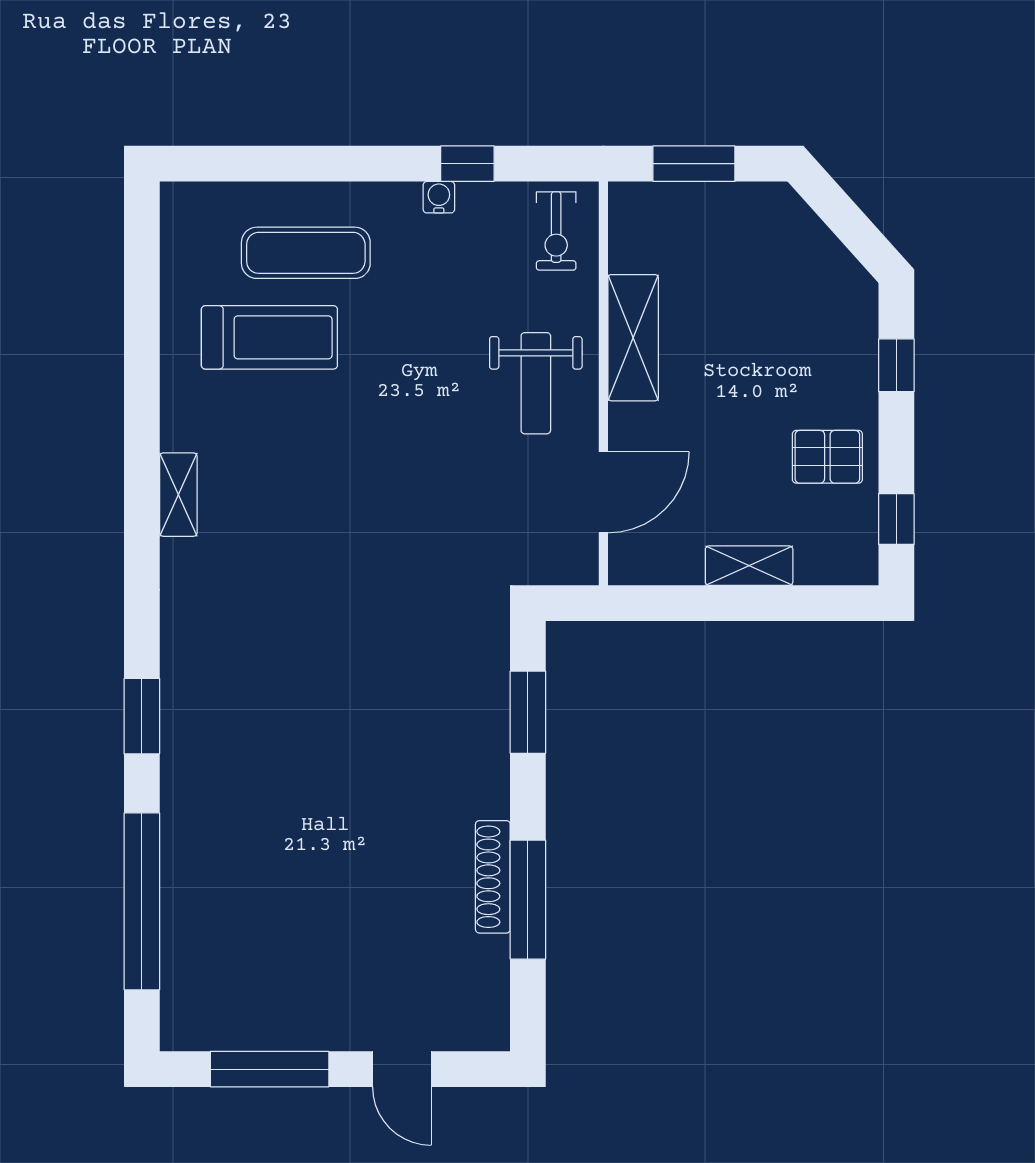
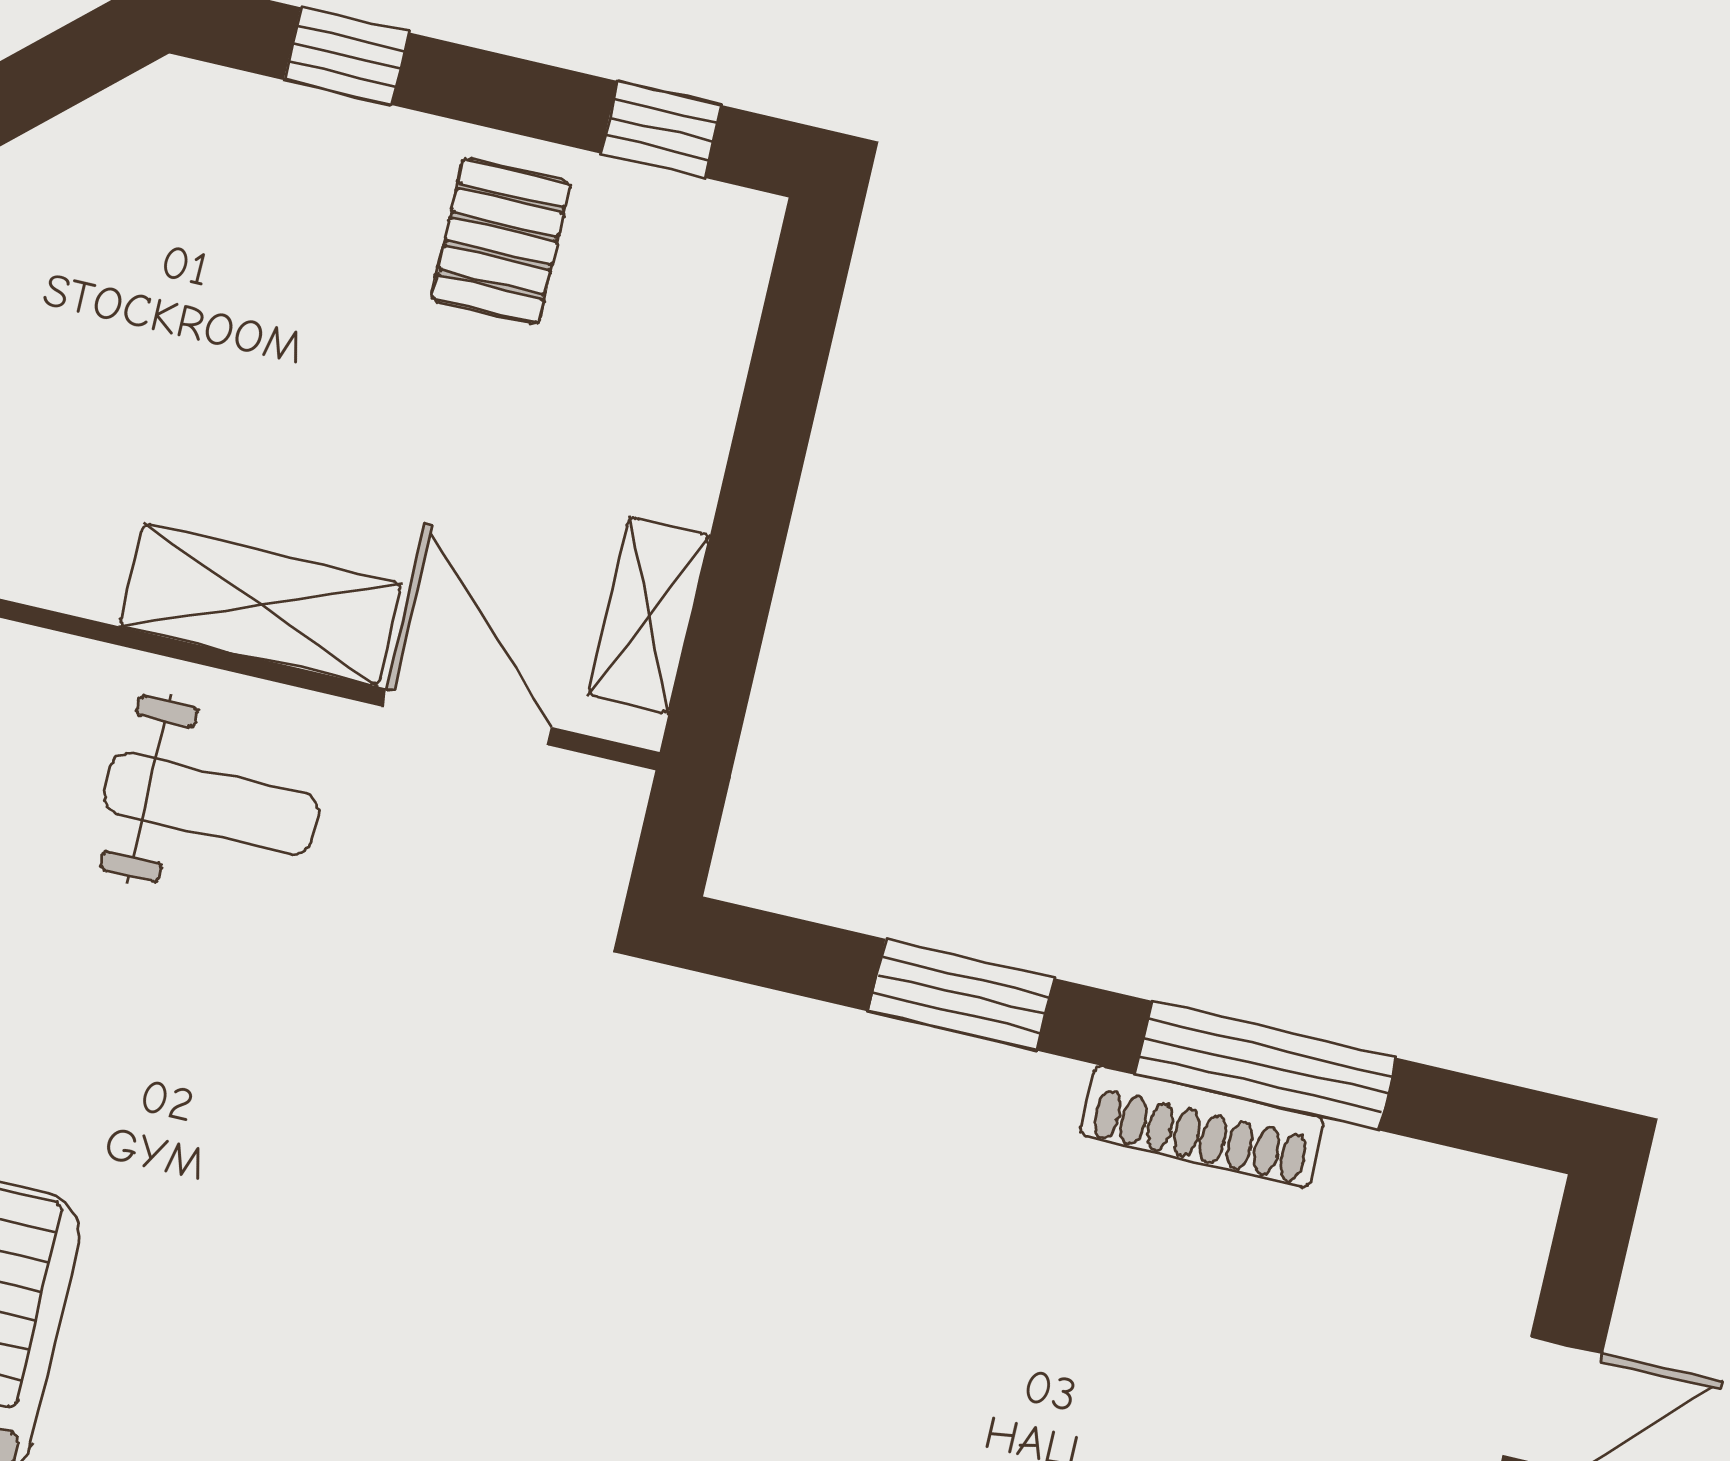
shelving: (633, 338) -> (261, 605), moved
shelving: (749, 566) -> (649, 615), moved
window: (528, 712) -> (961, 995), moved

